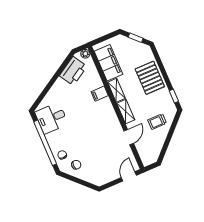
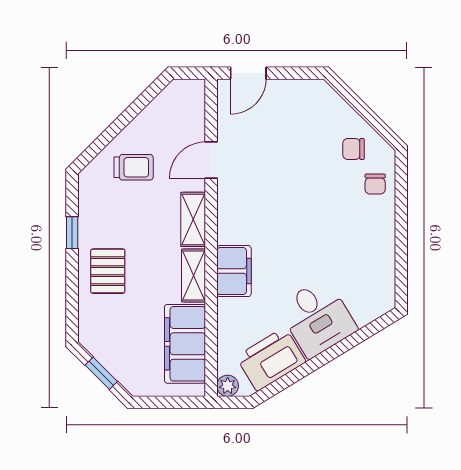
pallet: (150, 78) -> (108, 271), width x0.67, depth x0.71
filing cabinet: (100, 94) -> (234, 271), width x2.00
window: (174, 96) -> (72, 233), moved
desk: (52, 118) -> (317, 318), moved, turned 59
window: (45, 143) -> (401, 227), removed

